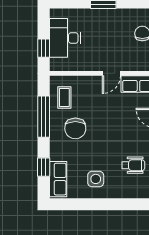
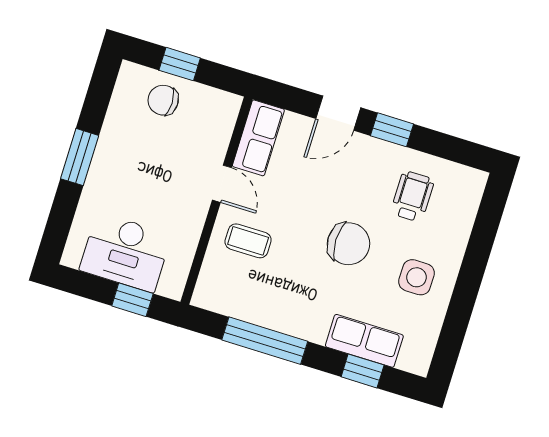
coffee table: (64, 97) -> (248, 241), moved
chair: (75, 128) -> (348, 244), moved
row of seats: (58, 179) -> (364, 341), moved

